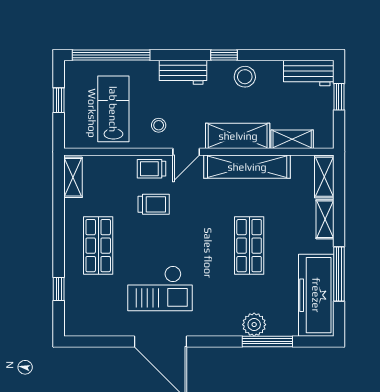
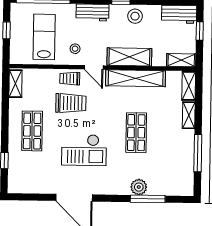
shelving: (292, 139) -> (181, 60), moved
door: (186, 152) -> (94, 67), hinge flipped
trolley: (154, 204) -> (71, 103), width x1.36, depth x1.39
checkout: (160, 288) -> (84, 150), moved
freezer: (316, 295) -> (182, 168), removed

